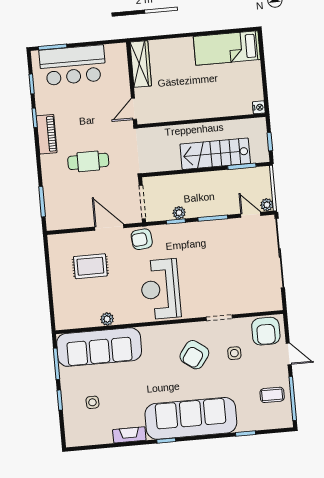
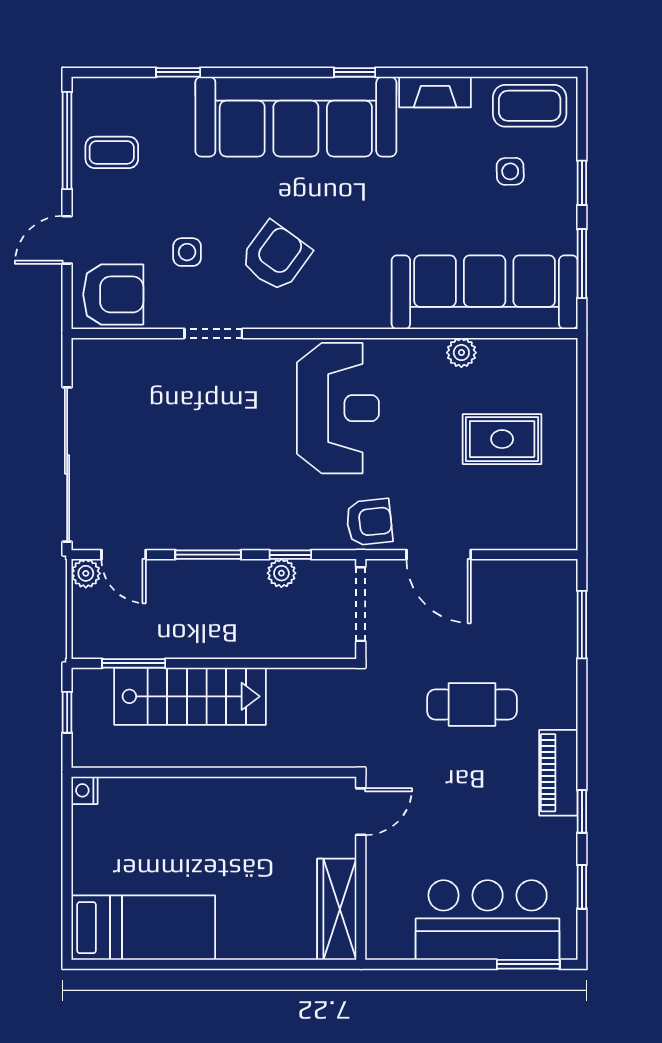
rug: (90, 266) -> (502, 439), moved
armchair: (266, 331) -> (113, 294), turned 90
door: (289, 354) -> (67, 240), hinge flipped
coffee table: (86, 433) -> (530, 106), added

